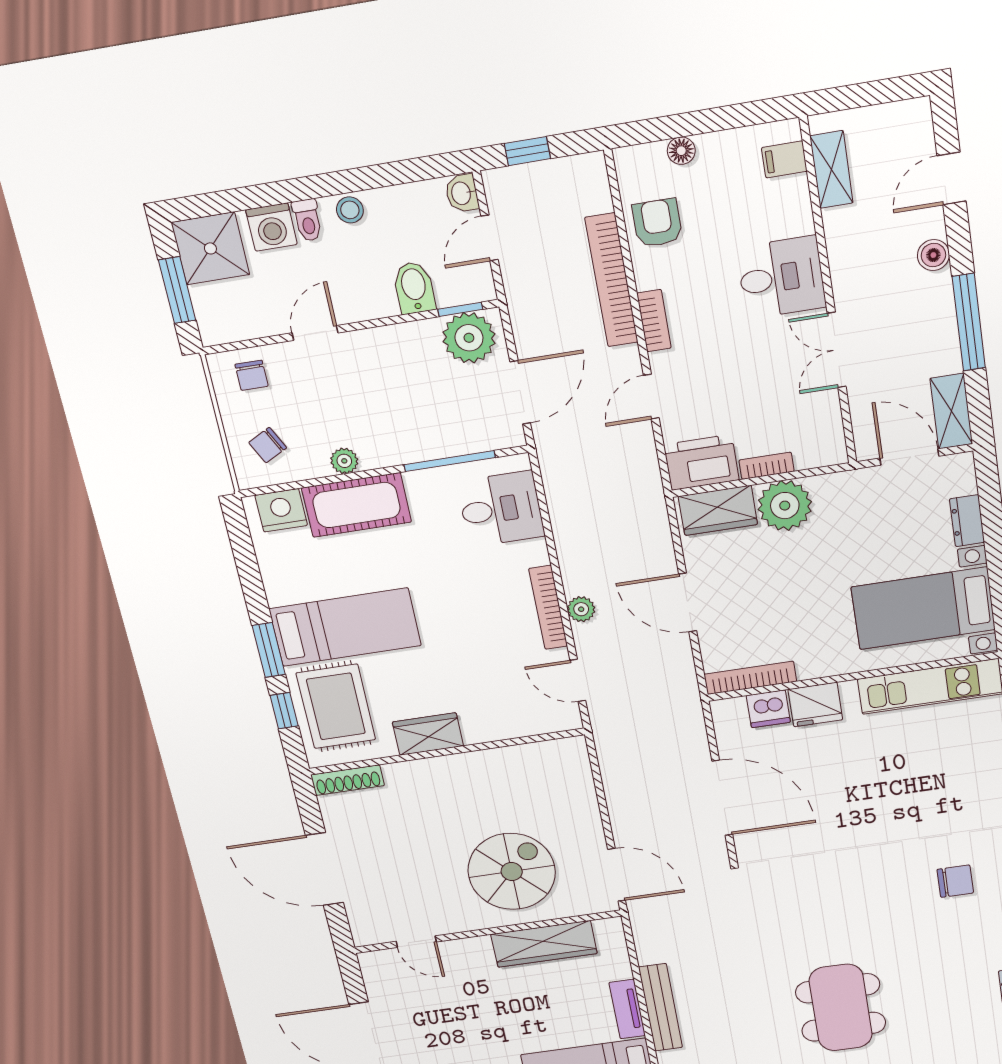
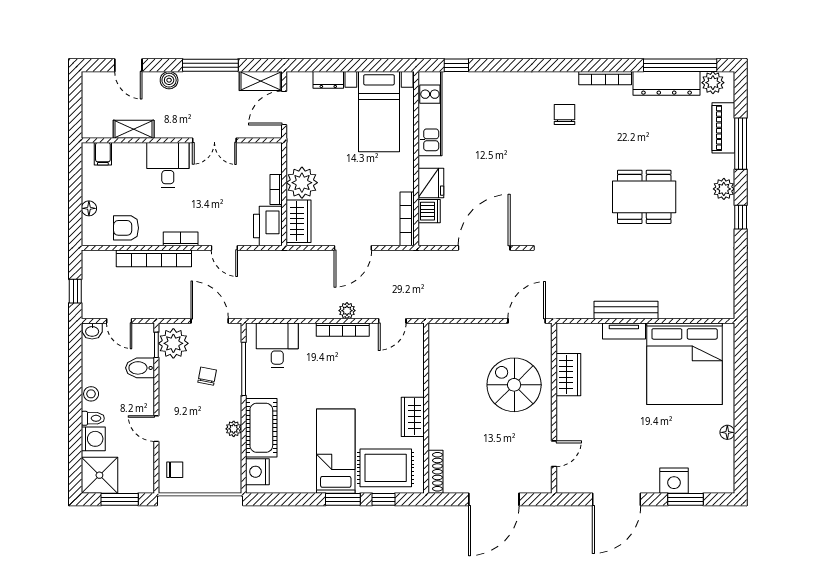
shelving: (831, 169) -> (134, 129), moved
chair: (268, 445) -> (207, 376), moved, turned -142
wardrobe: (544, 944) -> (568, 375), width x0.67

